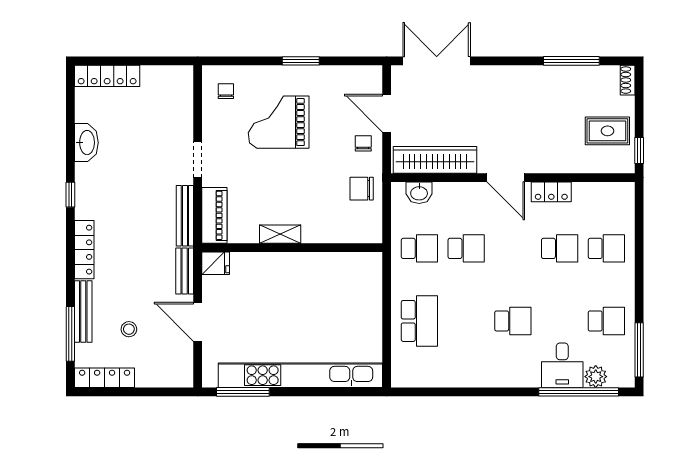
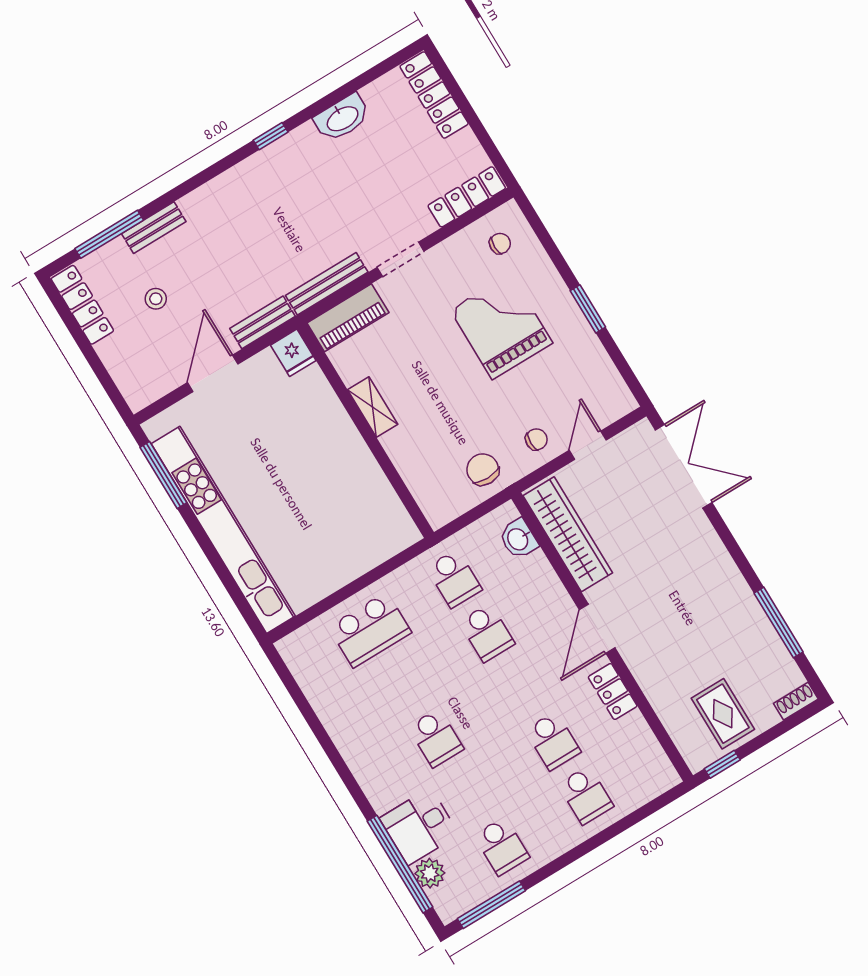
door: (387, 113) -> (588, 445), width x0.73
locker: (84, 250) -> (467, 197), moved, turned 180
bench: (83, 311) -> (154, 228), width x0.73

